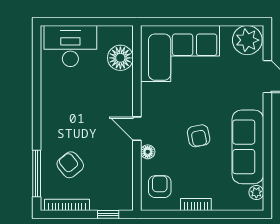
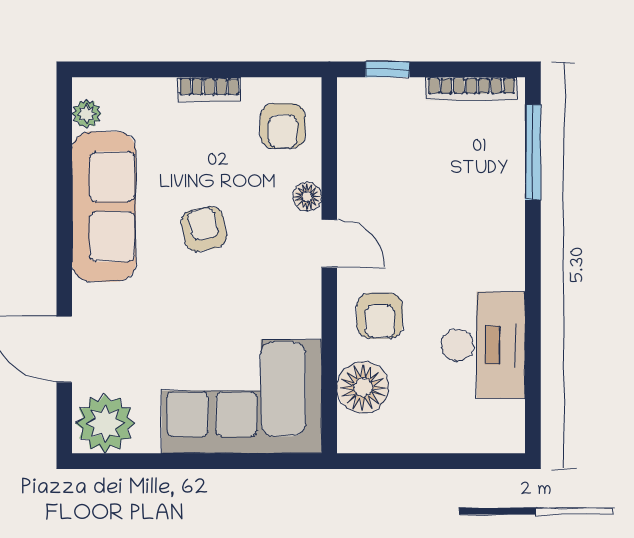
desk: (70, 46) -> (483, 345), moved, turned -90
armchair: (70, 165) -> (380, 316), moved, turned 39

